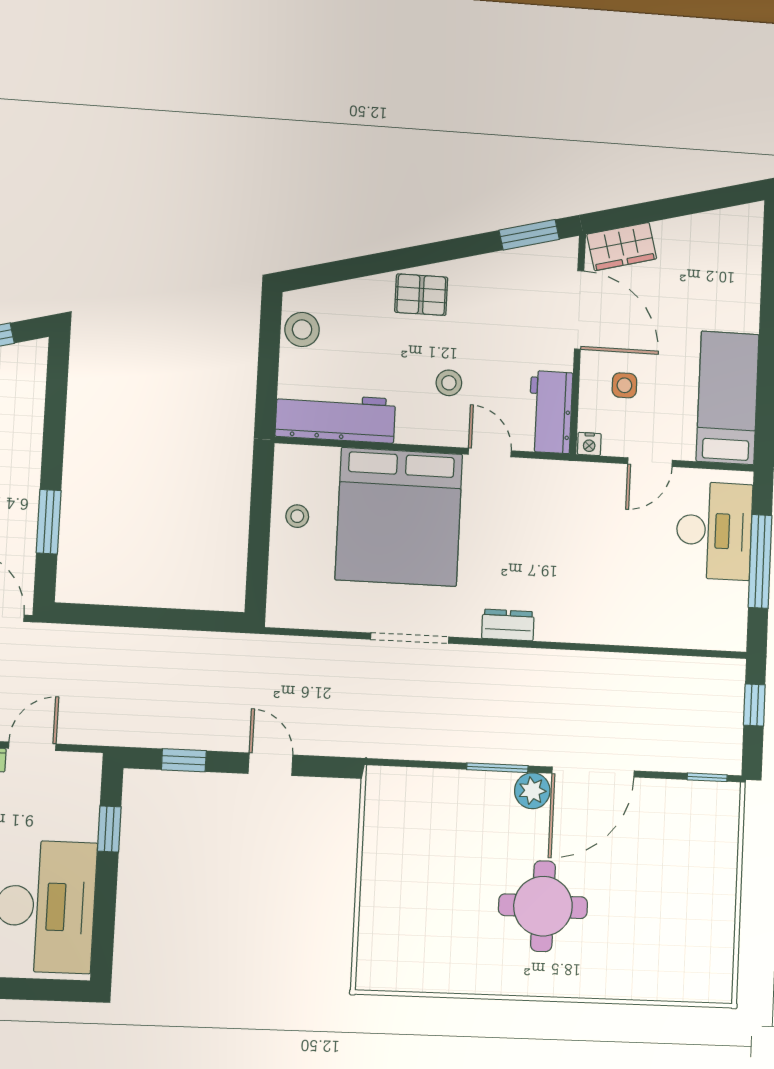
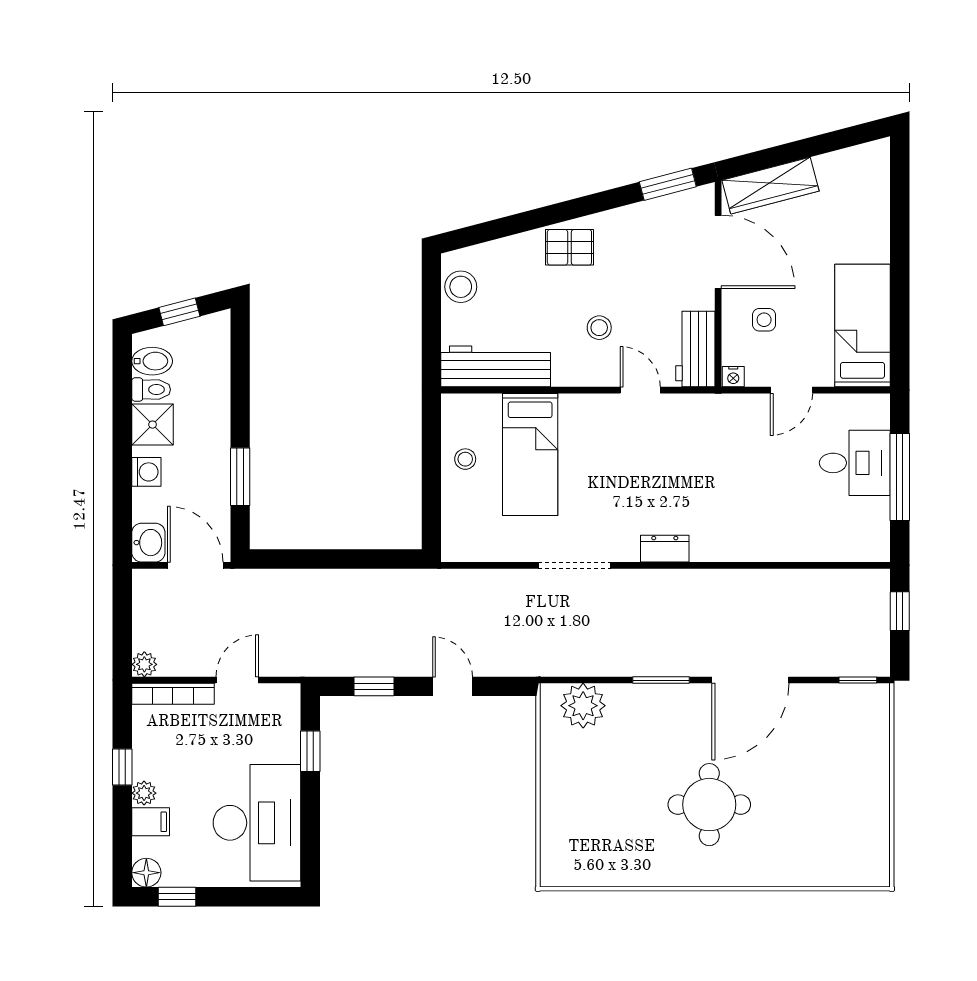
wardrobe: (622, 247) -> (771, 186), width x1.50
bed: (399, 517) -> (530, 454), width x0.49
desk: (714, 531) -> (855, 463), width x0.73
plant: (532, 791) -> (583, 706), moved, width x1.36, depth x1.36

